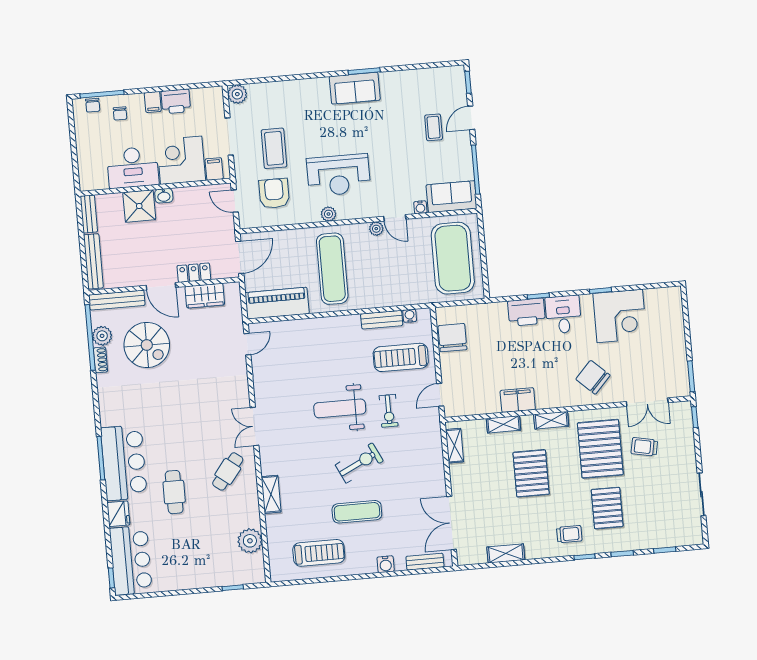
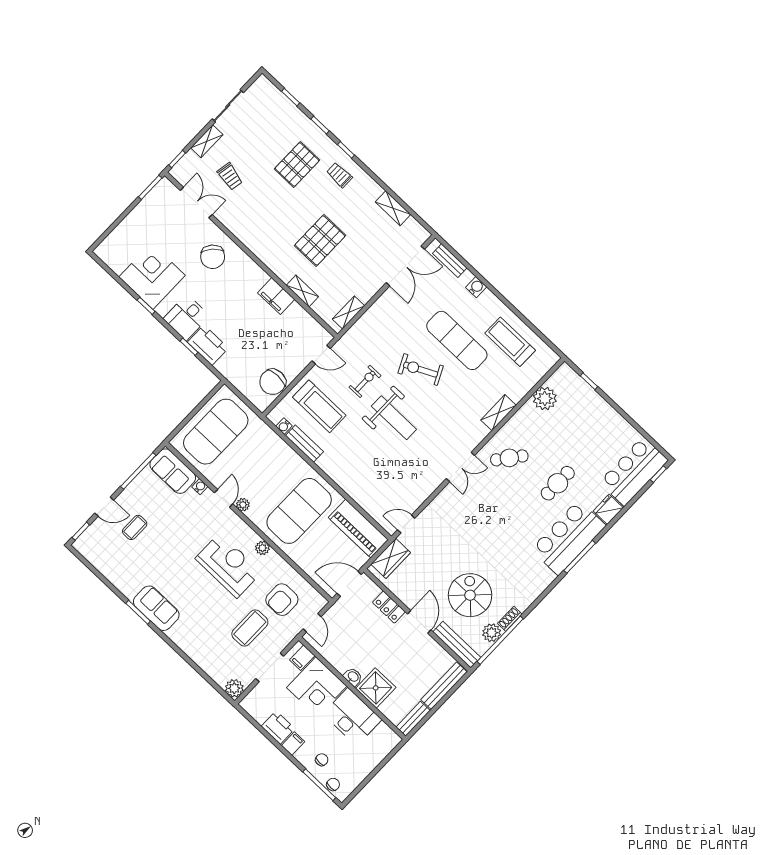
exercise mat: (332, 269) -> (299, 511), width x1.47
wardrobe: (205, 296) -> (391, 558), moved, turned 90
shelving: (551, 420) -> (207, 141), moved, turned 90
pallet: (600, 449) -> (259, 207), removed
exercise mat: (357, 512) -> (457, 340), width x1.36, depth x1.45

